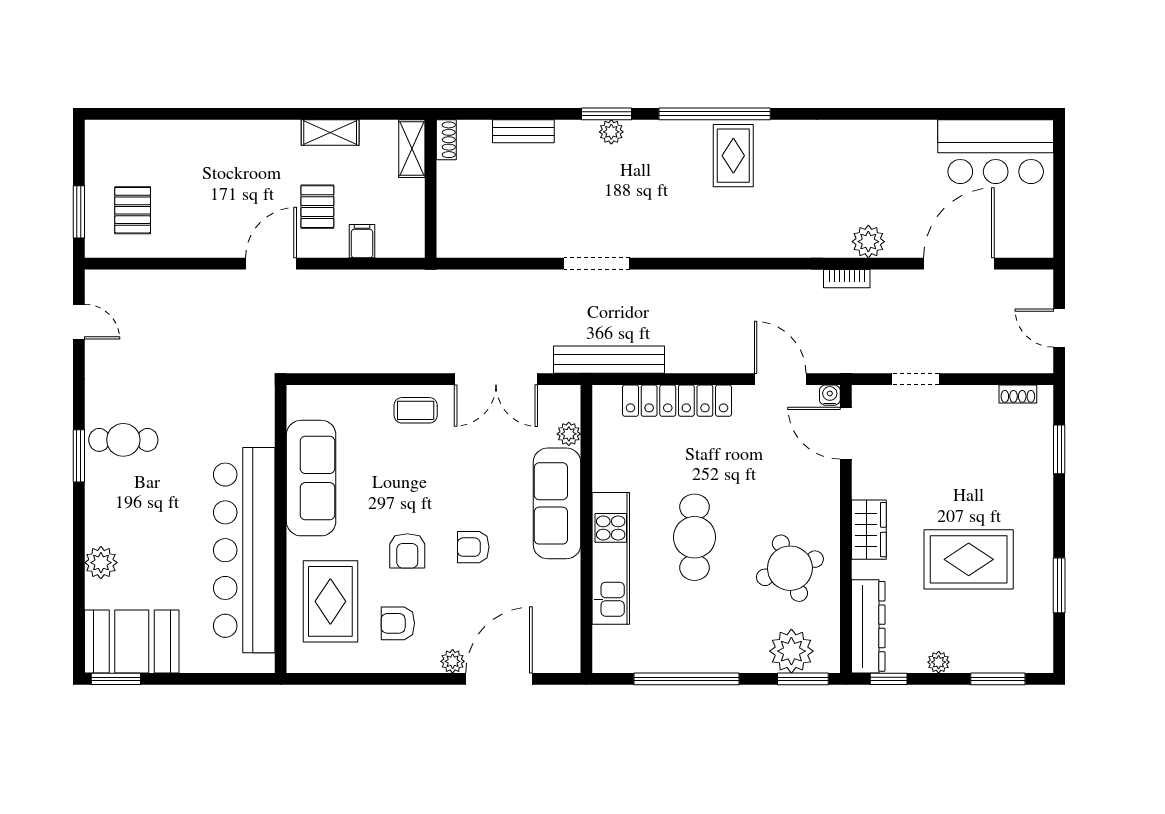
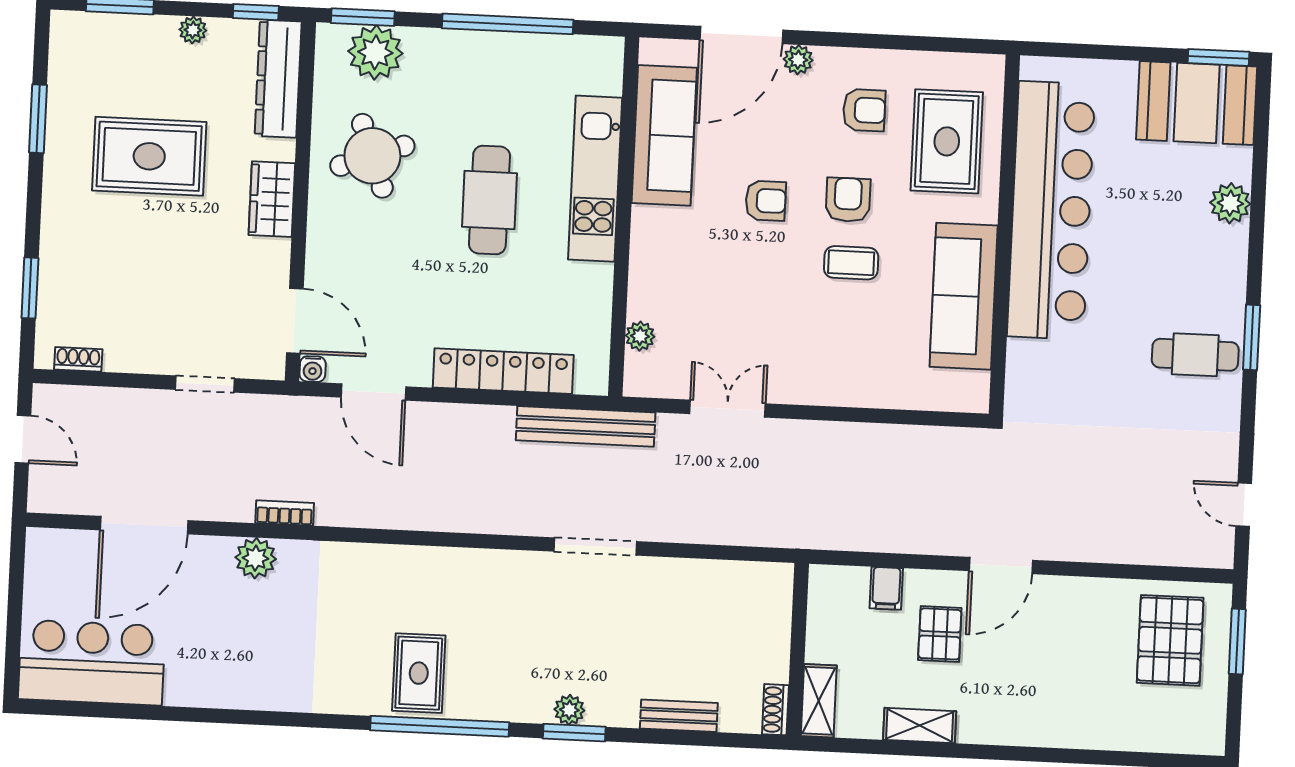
pallet: (133, 210) -> (1170, 640), width x1.50, depth x1.42
double door: (496, 379) -> (727, 409), width x0.73
coffee table: (416, 410) -> (851, 263), moved
sofa: (557, 503) -> (664, 135), moved

